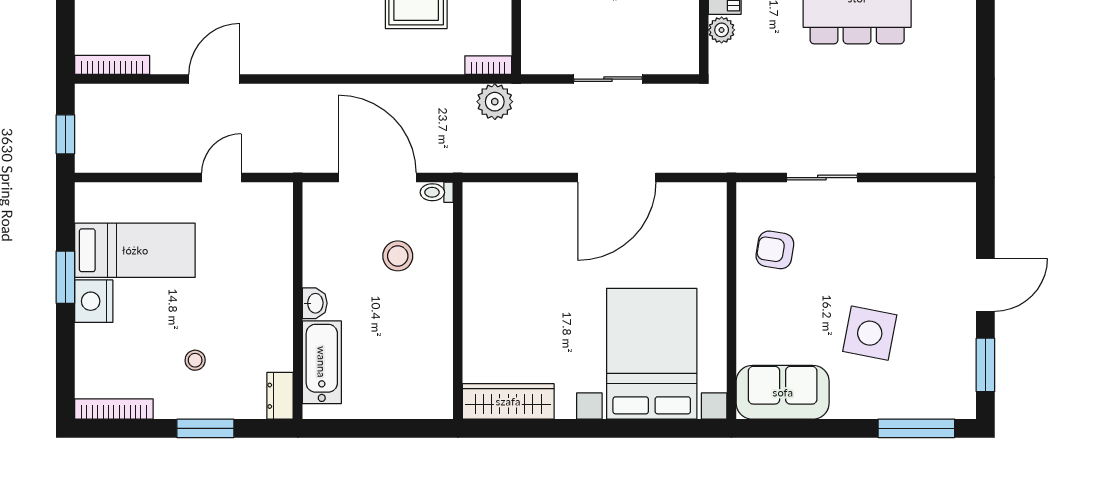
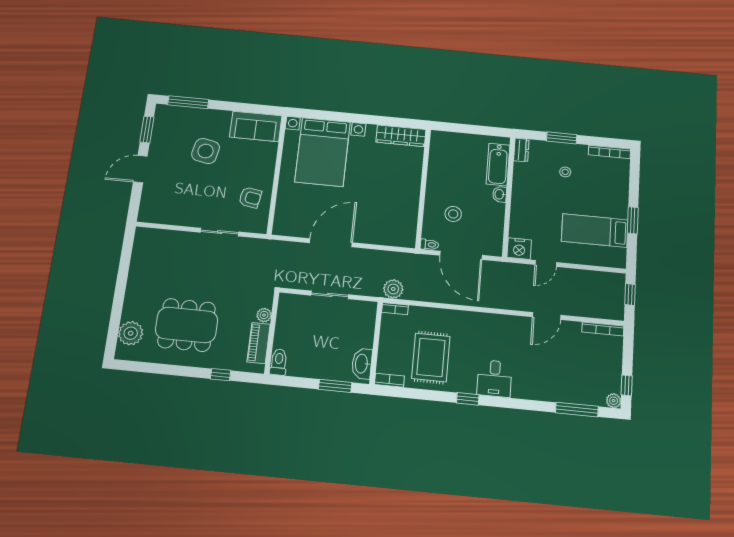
nightstand: (94, 301) -> (519, 249), moved, turned 90

